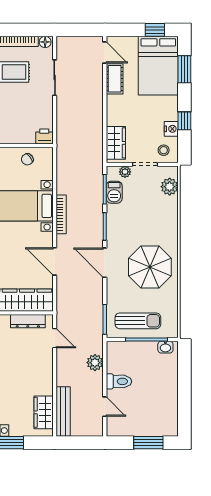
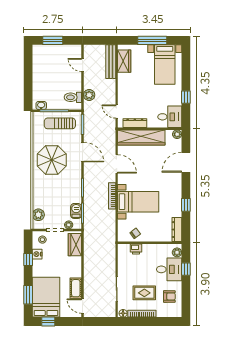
printer: (44, 136) -> (136, 249), moved
door: (105, 263) -> (83, 152), moved
toilet: (119, 381) -> (73, 97), moved

